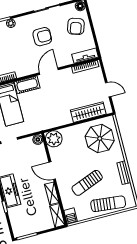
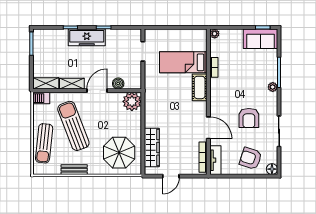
door: (49, 71) -> (208, 128), moved
boiler: (38, 140) -> (118, 84), moved
sun lounger: (87, 183) -> (73, 126), width x1.36, depth x1.34

